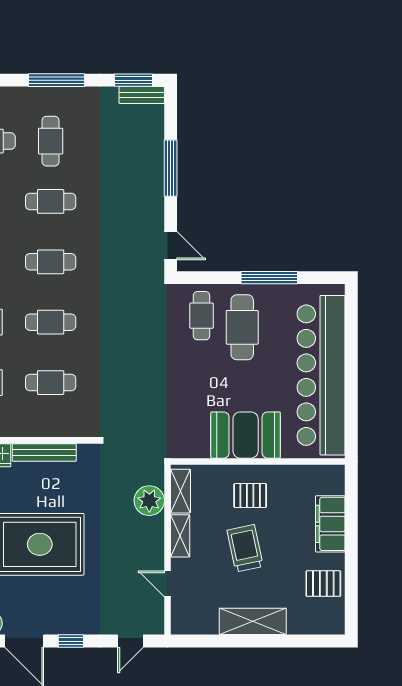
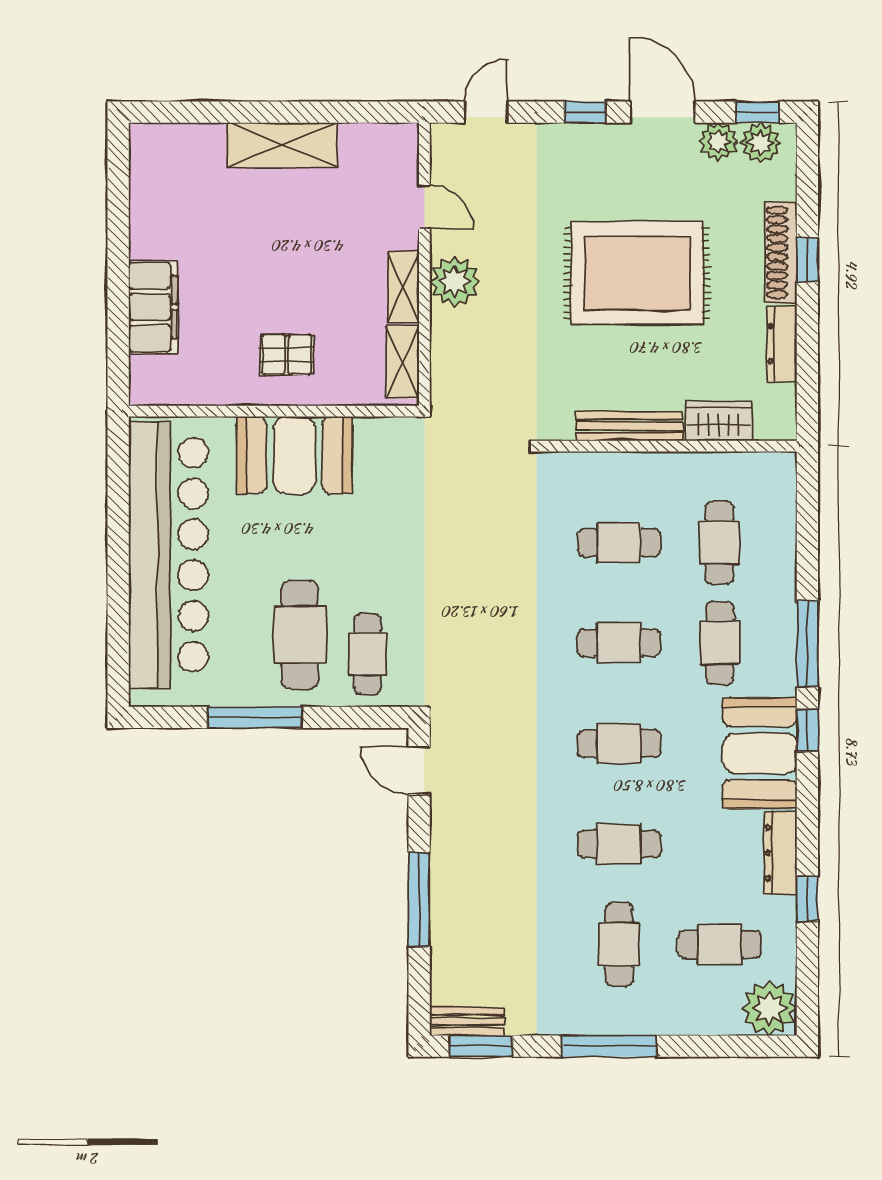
plant: (149, 501) -> (455, 282), moved
trolley: (245, 548) -> (295, 267), removed
pallet: (323, 584) -> (165, 208), removed

